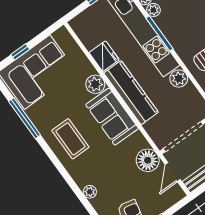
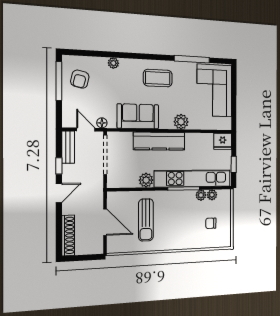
window: (20, 52) -> (234, 90), removed
fridge: (104, 56) -> (223, 141), moved
sofa: (112, 117) -> (138, 116), moved
floor lamp: (148, 160) -> (102, 123), width x0.53, depth x0.53

